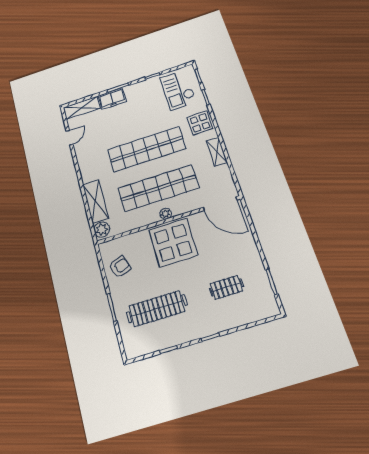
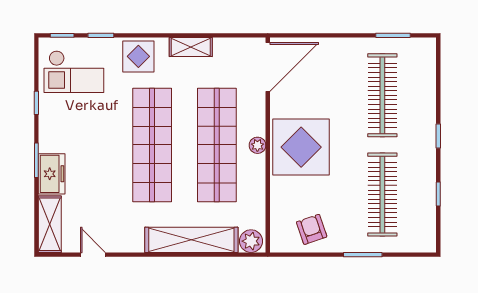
shelving: (95, 201) -> (191, 240), width x1.47
clothes rail: (226, 287) -> (382, 95), width x1.86, depth x1.31

